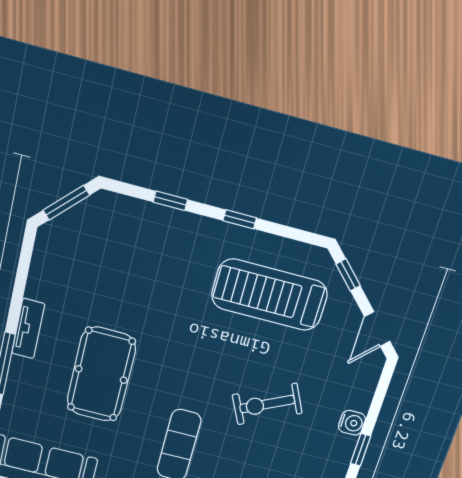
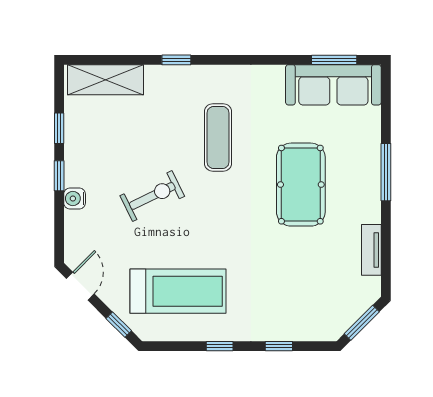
tv unit: (28, 329) -> (371, 250), moved

